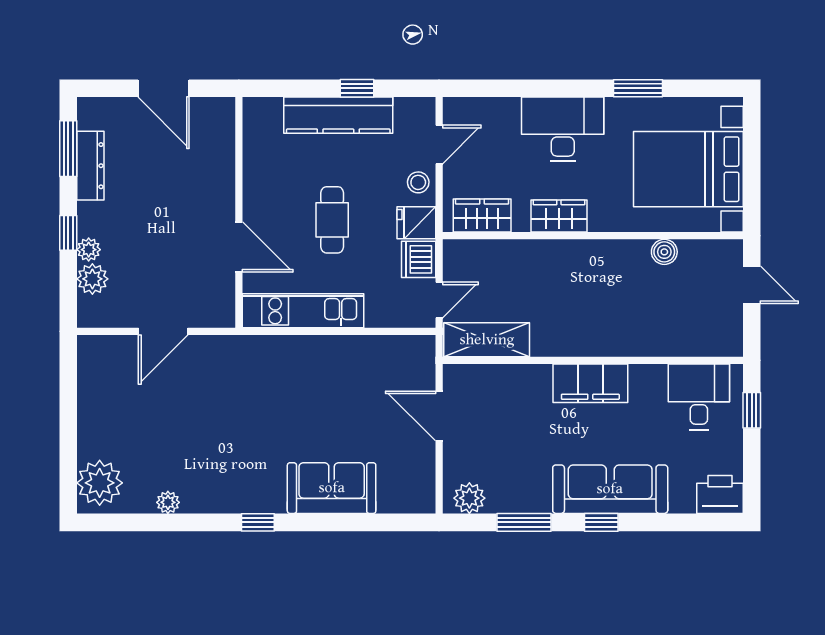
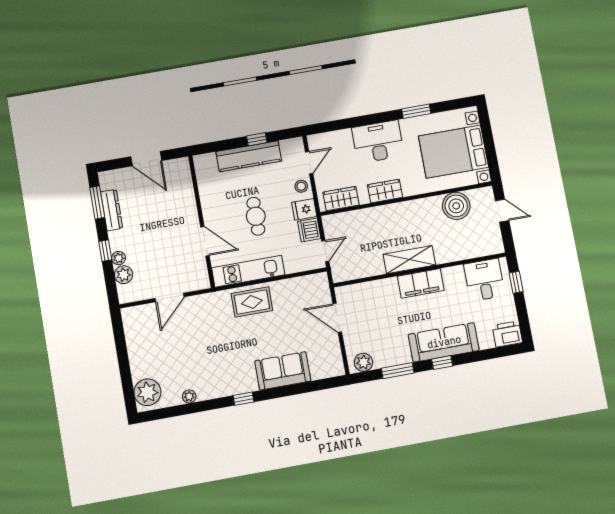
boiler: (664, 252) -> (456, 206), width x1.86, depth x1.86
shelving: (487, 340) -> (409, 260), moved
rug: (300, 364) -> (252, 302), added

